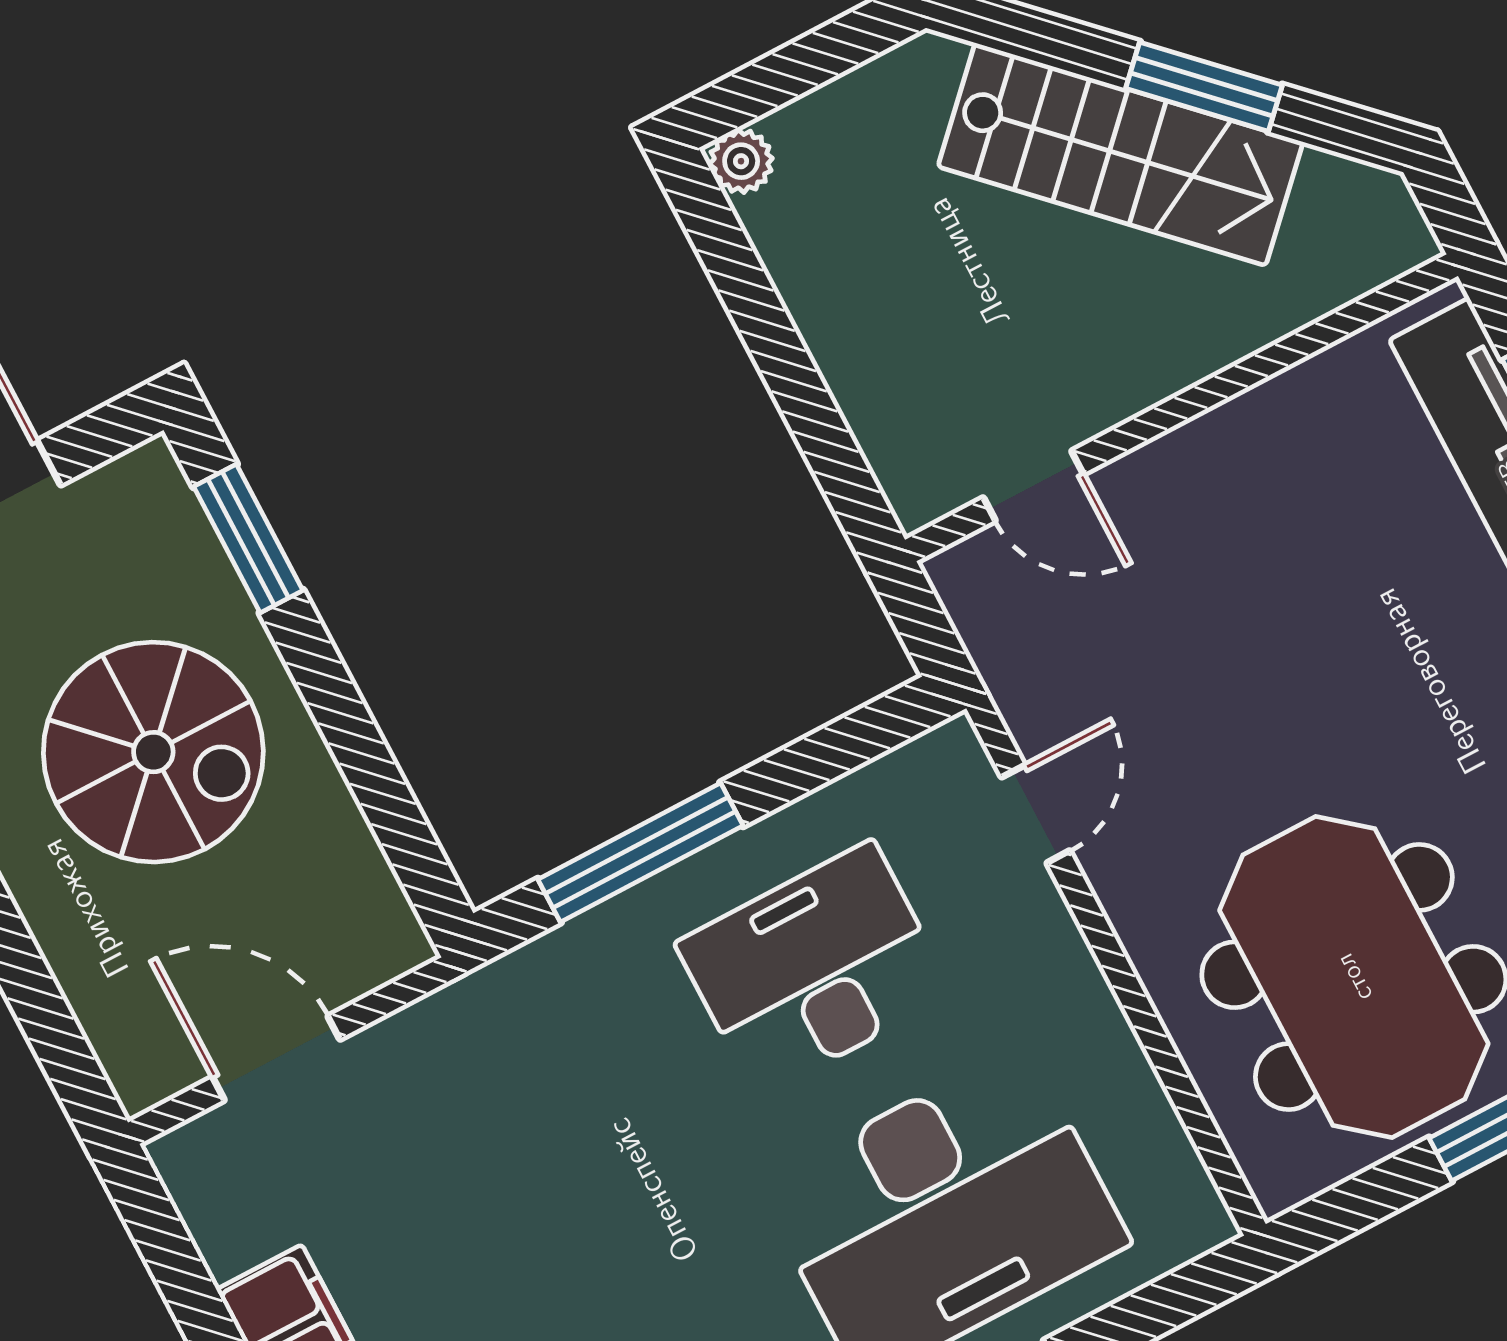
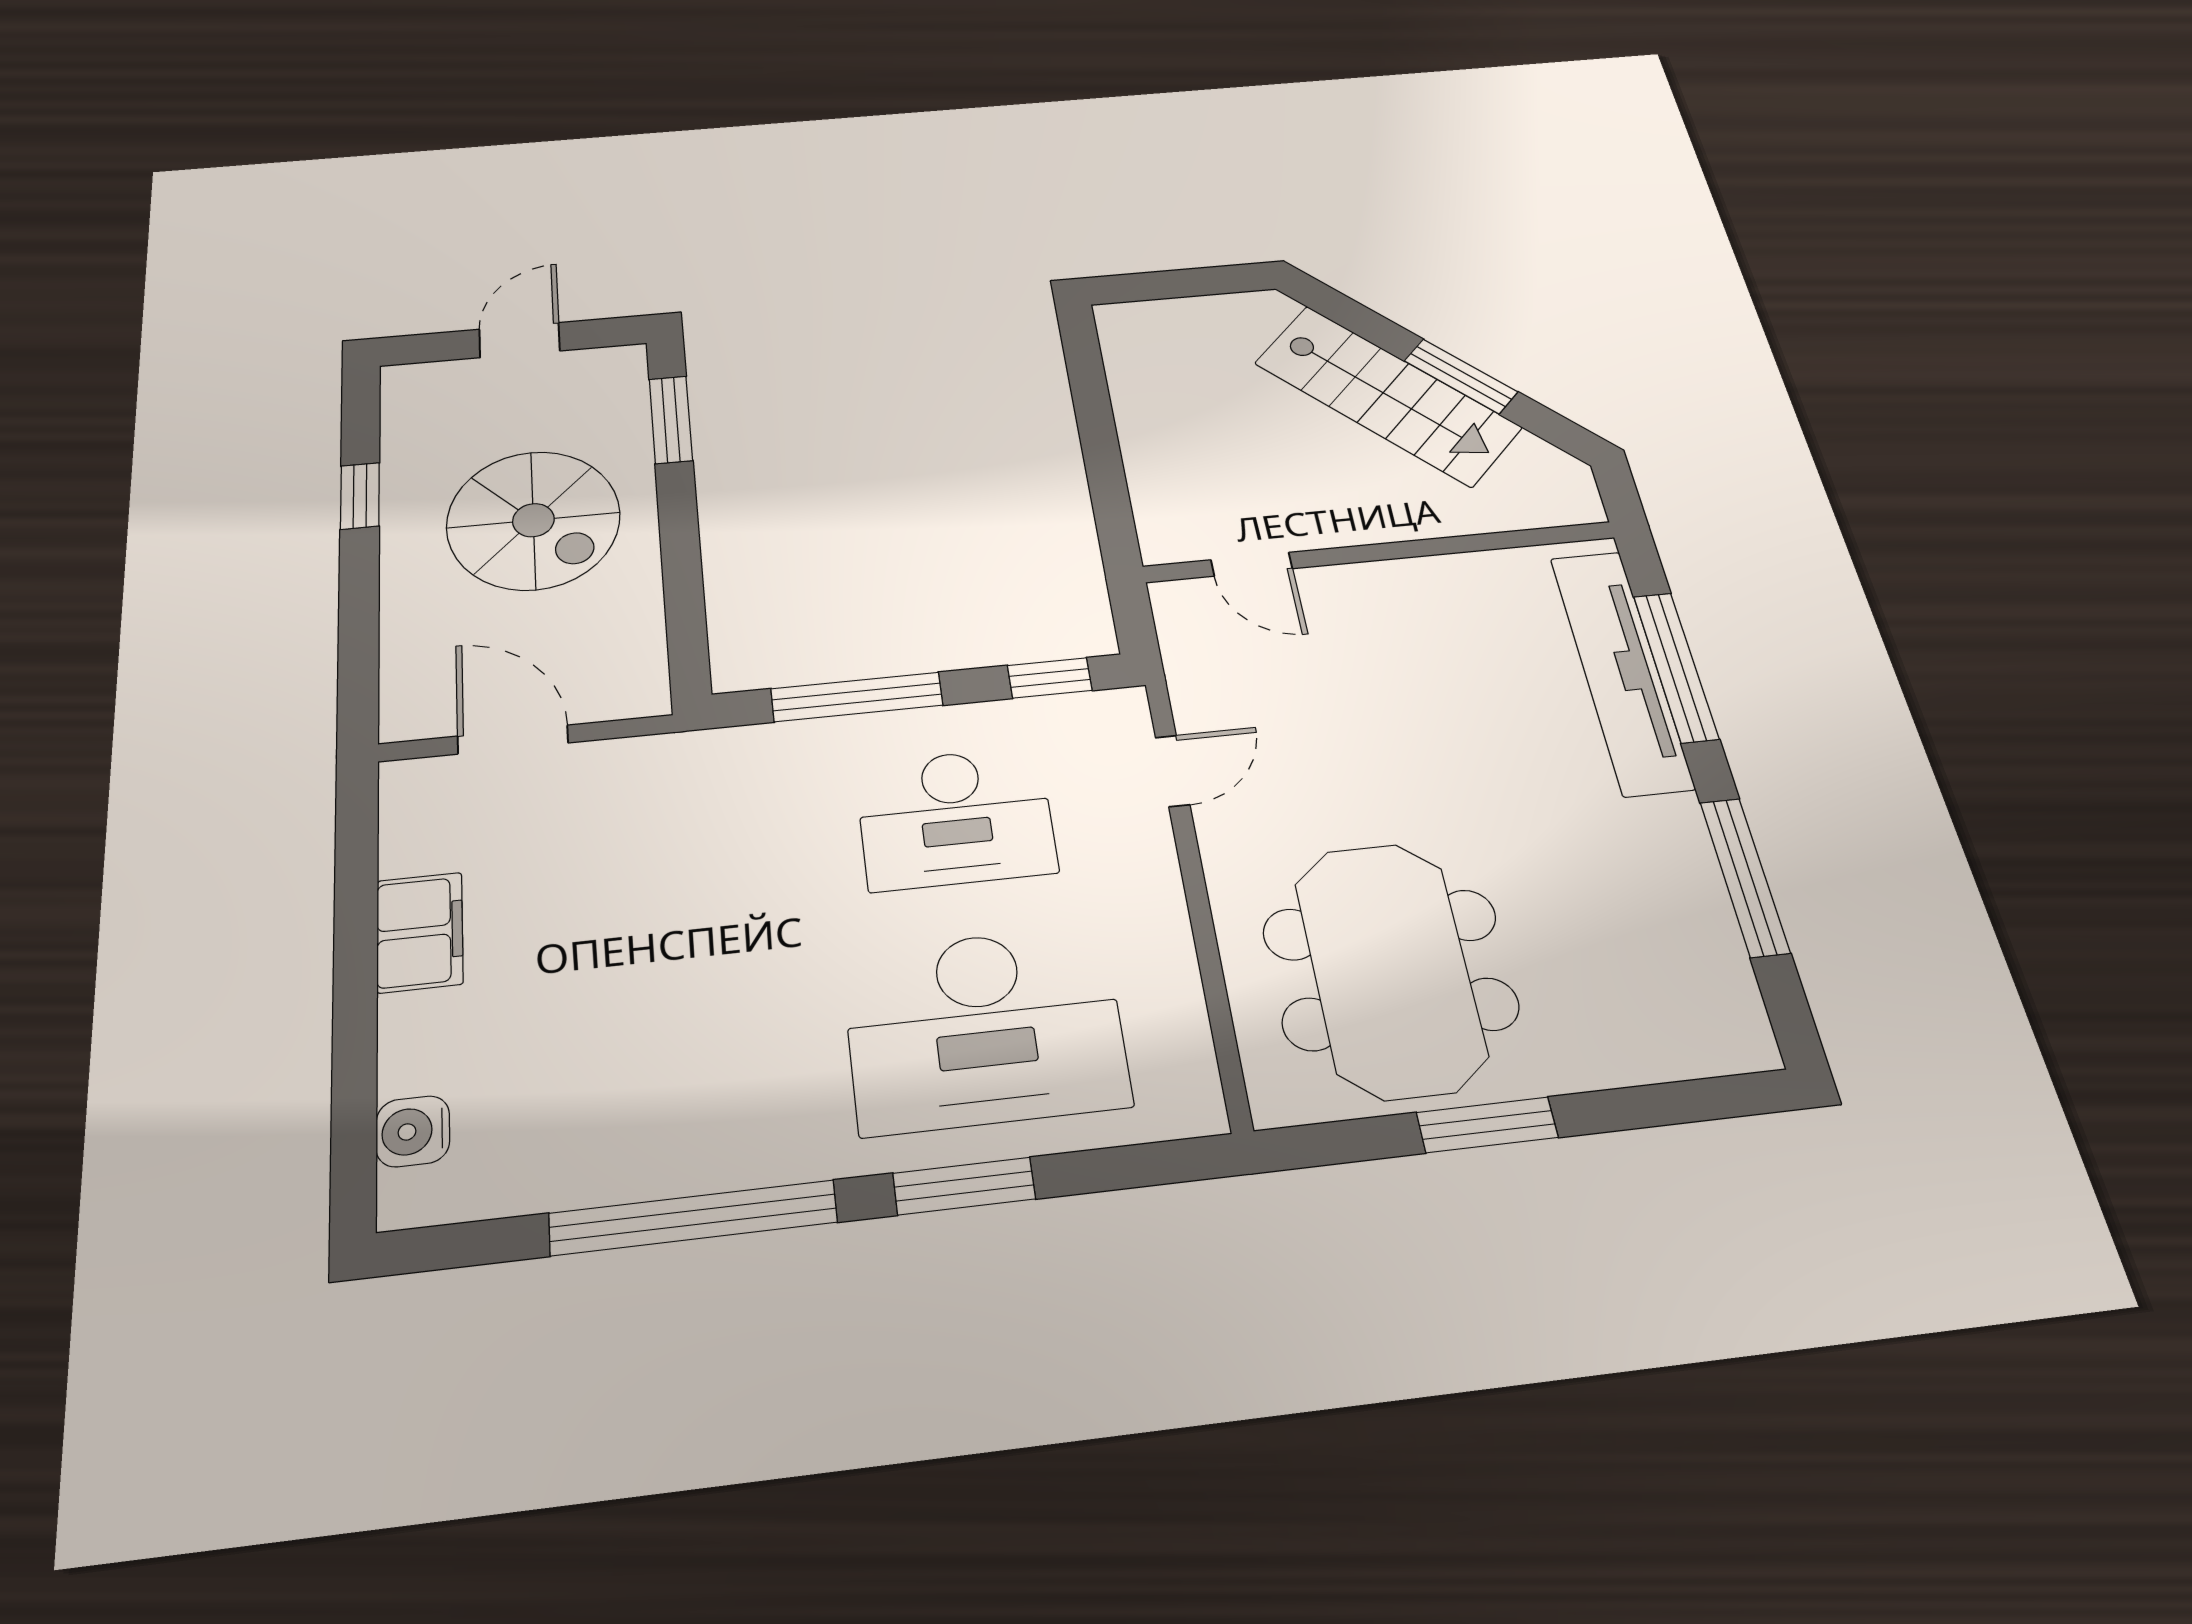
plant: (741, 161) -> (1117, 320), removed
window: (852, 741) -> (1050, 678), added
desk: (815, 969) -> (955, 818), turned 180

